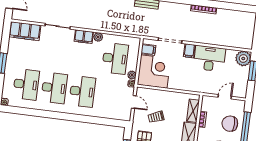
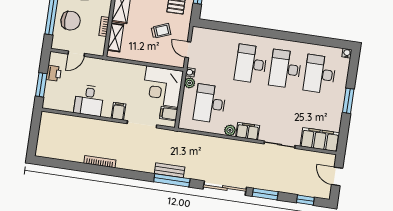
desk: (209, 58) -> (89, 100), width x0.73
plant: (243, 59) -> (52, 100), removed
printer: (243, 81) -> (54, 73), added

